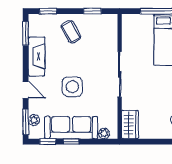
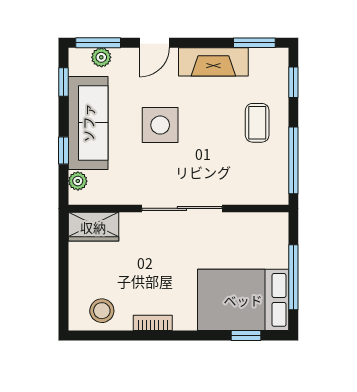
window: (92, 11) -> (293, 160), width x2.17
coffee table: (71, 32) -> (257, 123), turned -61
window: (71, 142) -> (64, 150), moved

